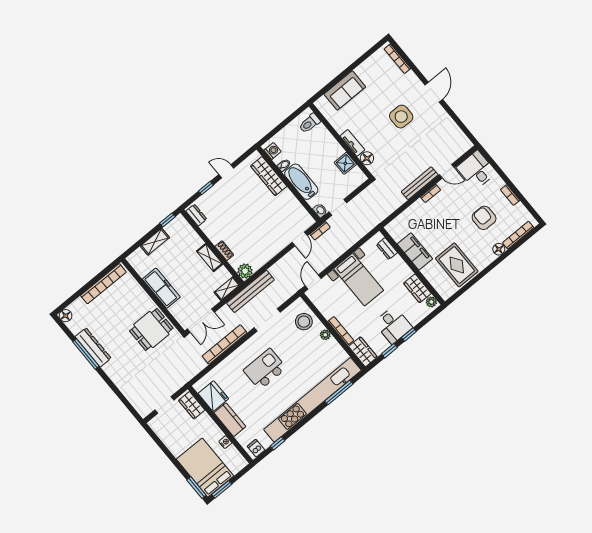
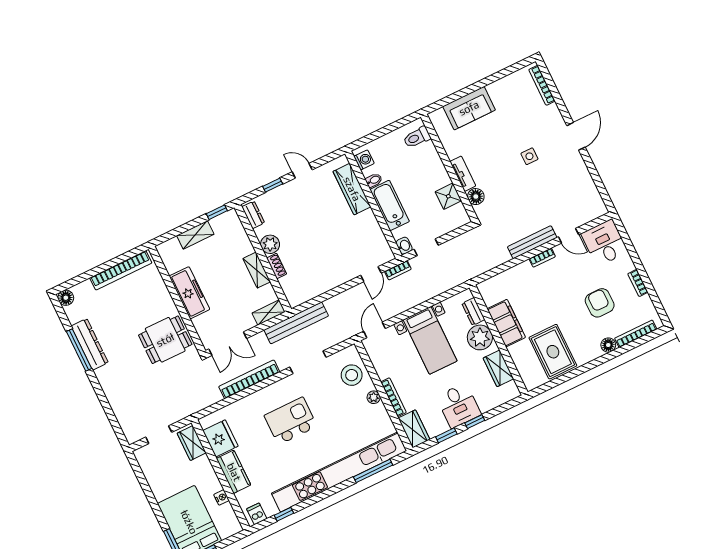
side table: (401, 117) -> (529, 156), width x0.54, depth x0.54
plant: (245, 271) -> (270, 244), moved
plant: (431, 302) -> (480, 337), moved, width x1.87, depth x1.87

